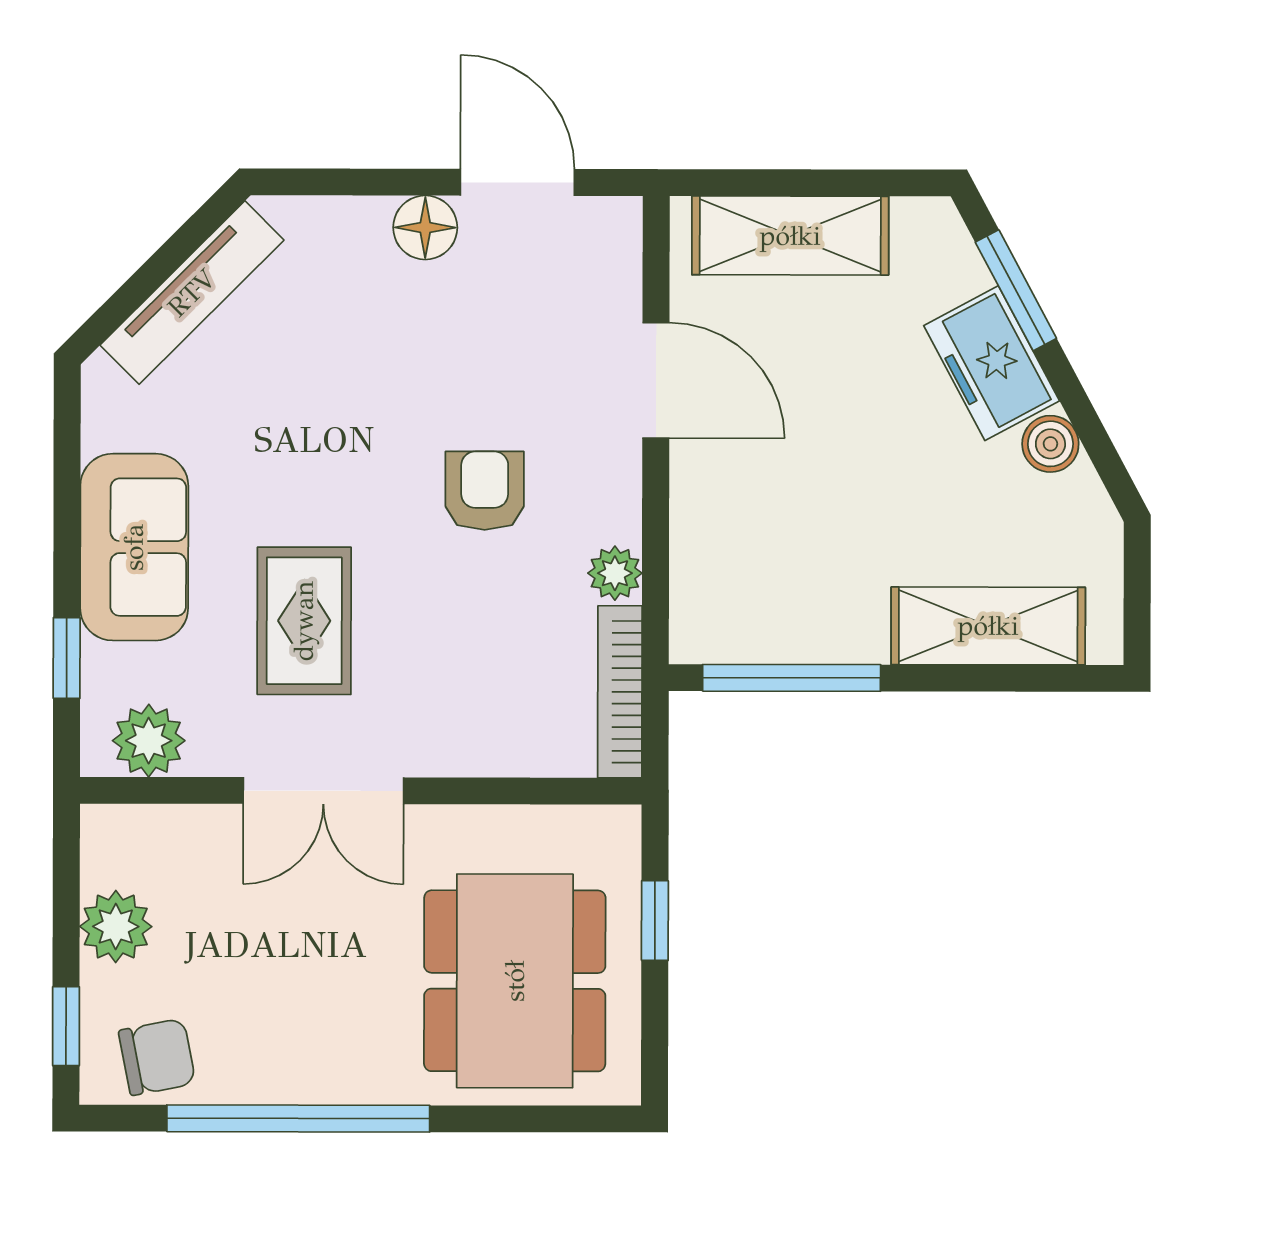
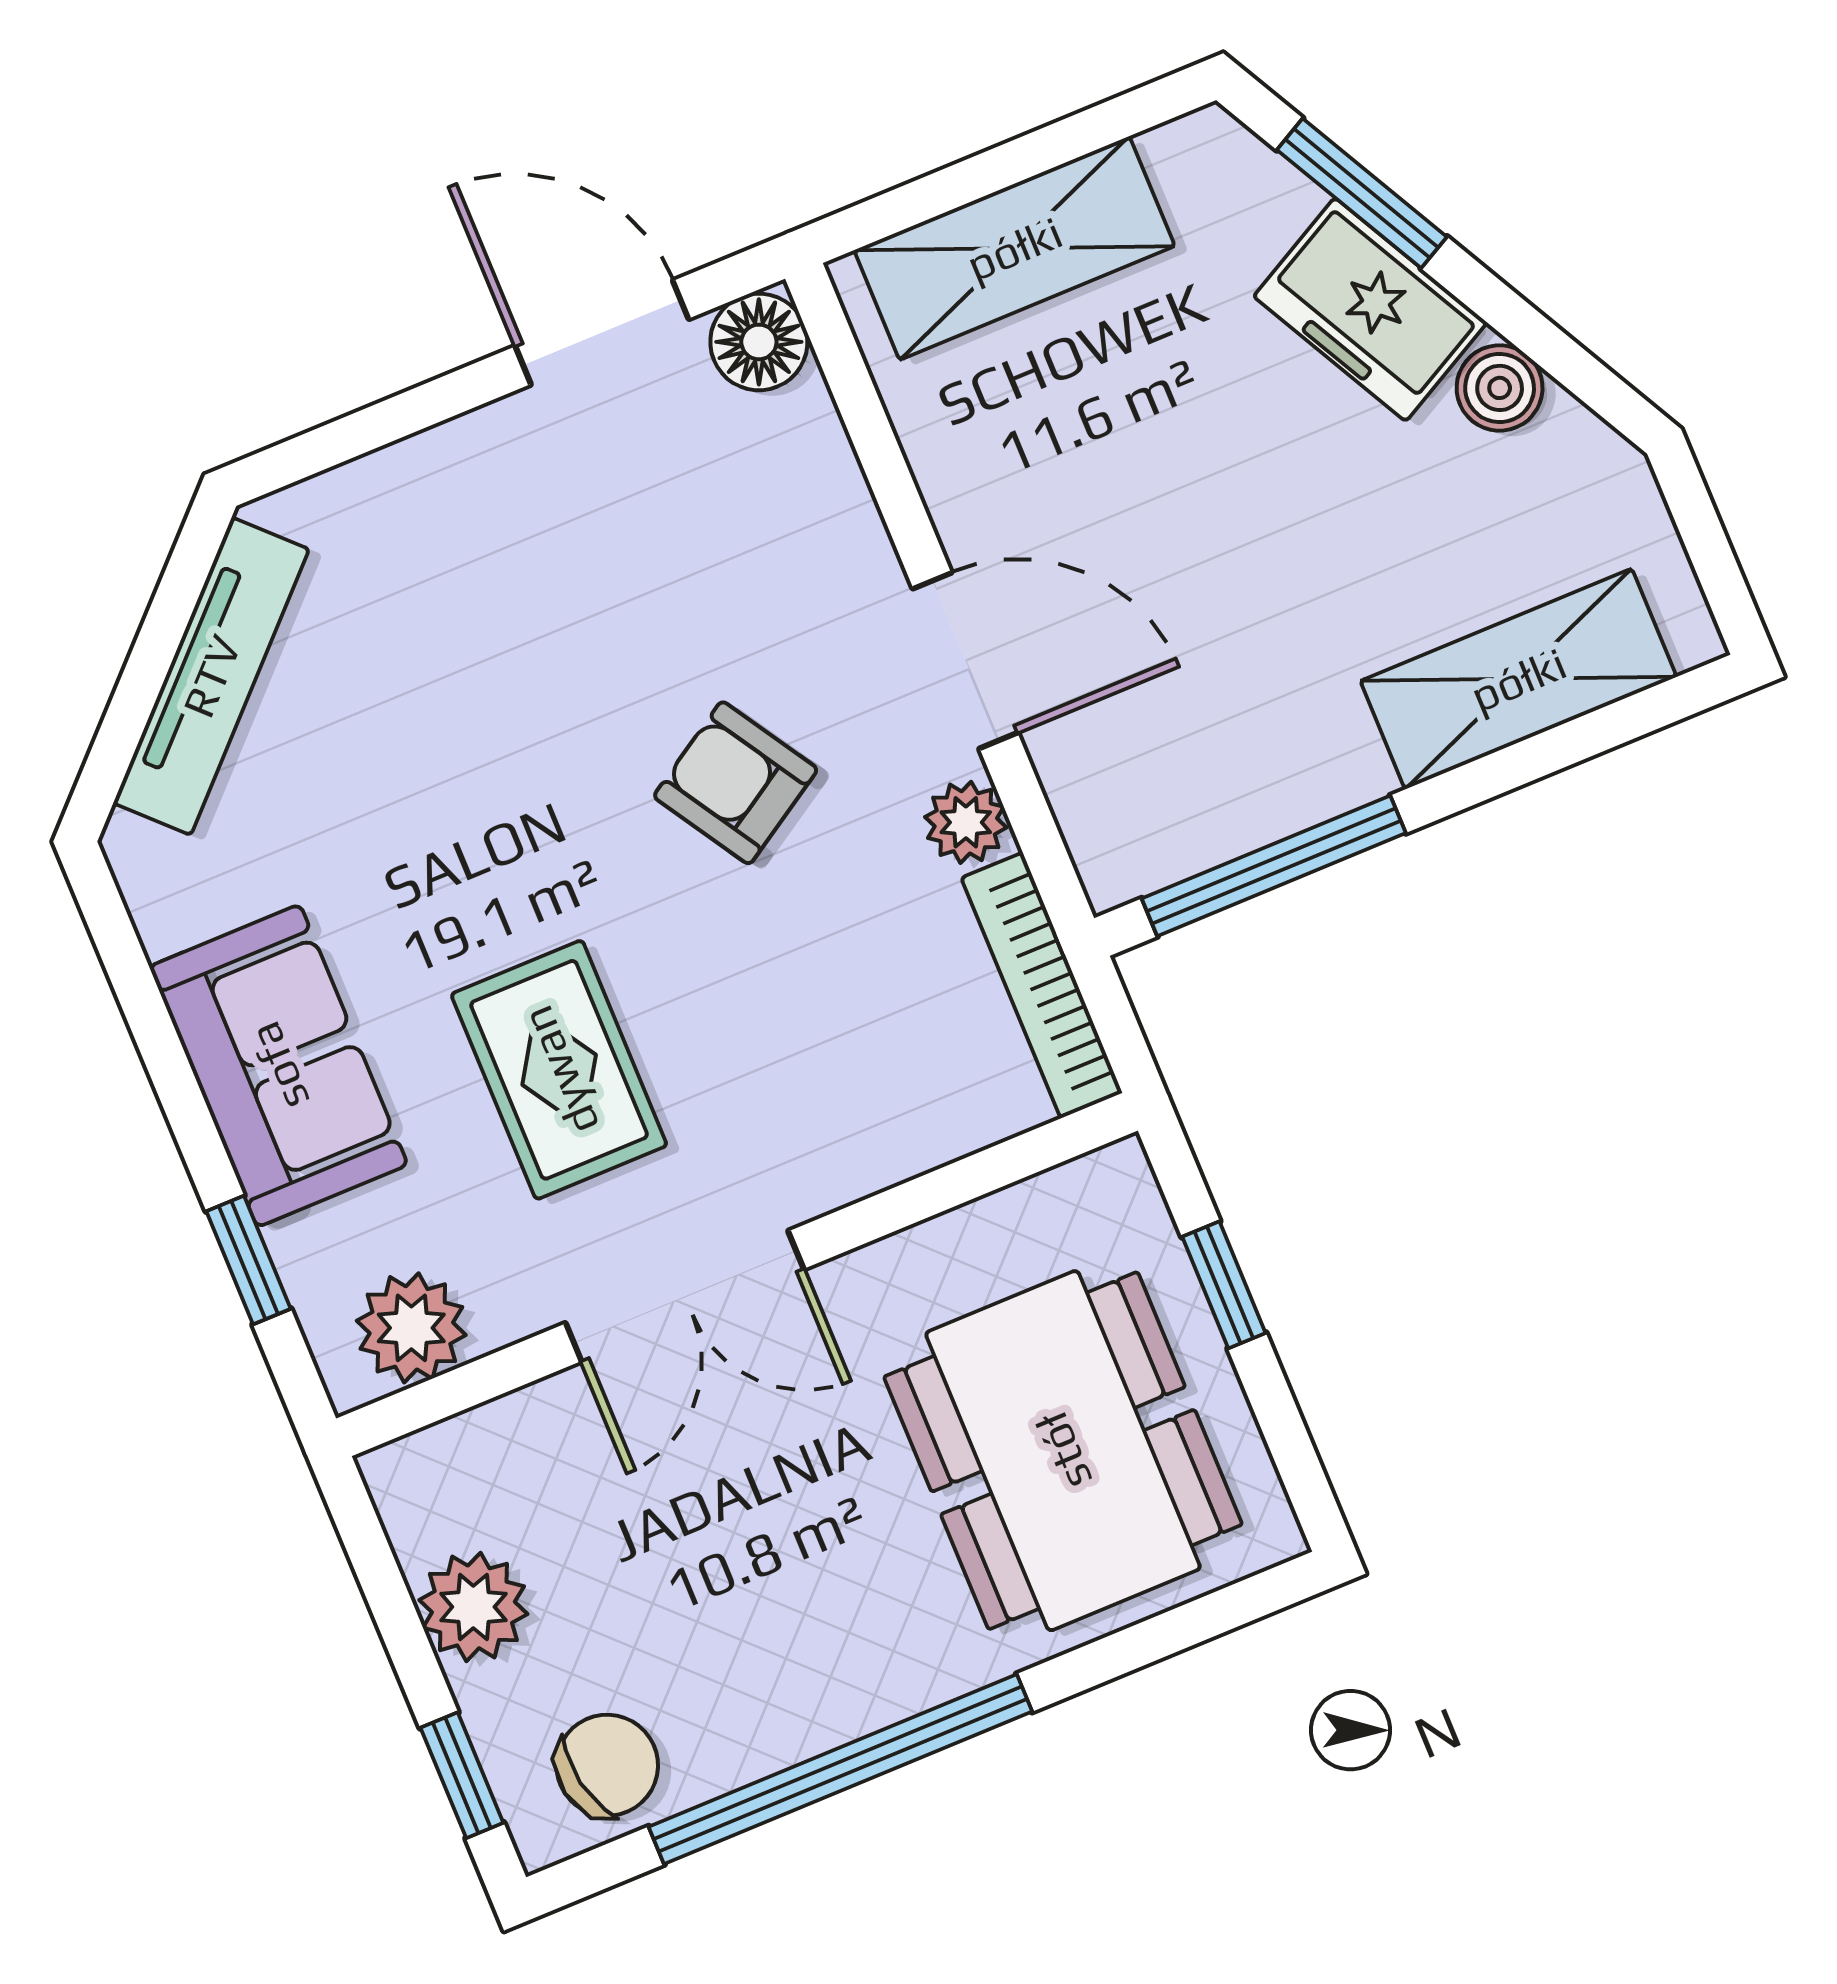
floor lamp: (425, 228) -> (759, 342), moved
door: (656, 380) -> (965, 661), moved
armchair: (485, 491) -> (736, 783), turned -32

